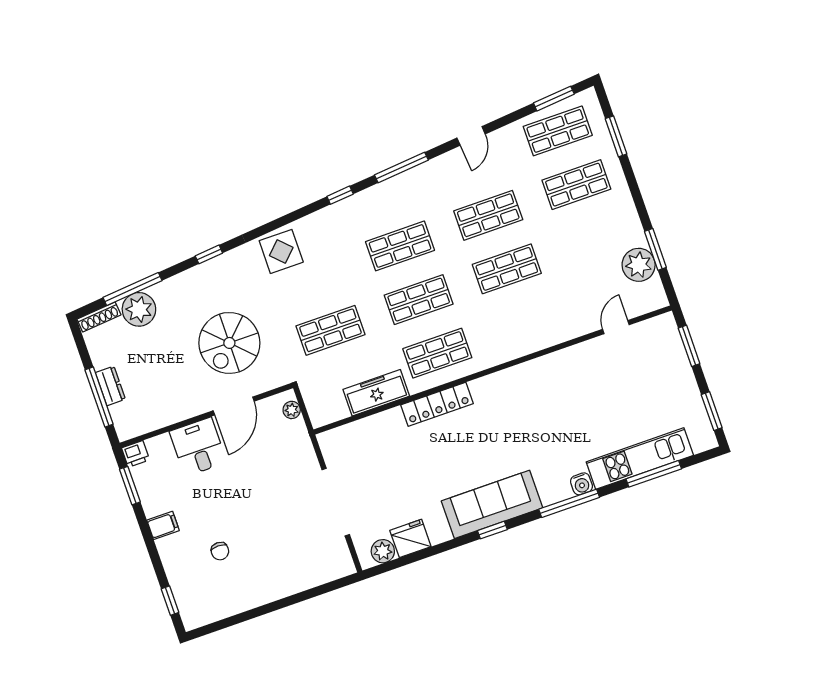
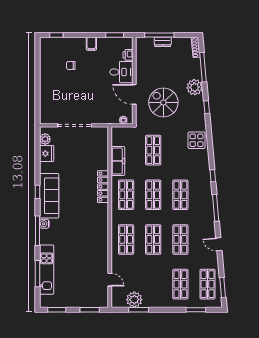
plant: (139, 309) -> (195, 87), moved
shop shelf: (525, 322) -> (126, 239), added
printer: (136, 454) -> (128, 55), moved
water cooler: (581, 484) -> (44, 224), moved

